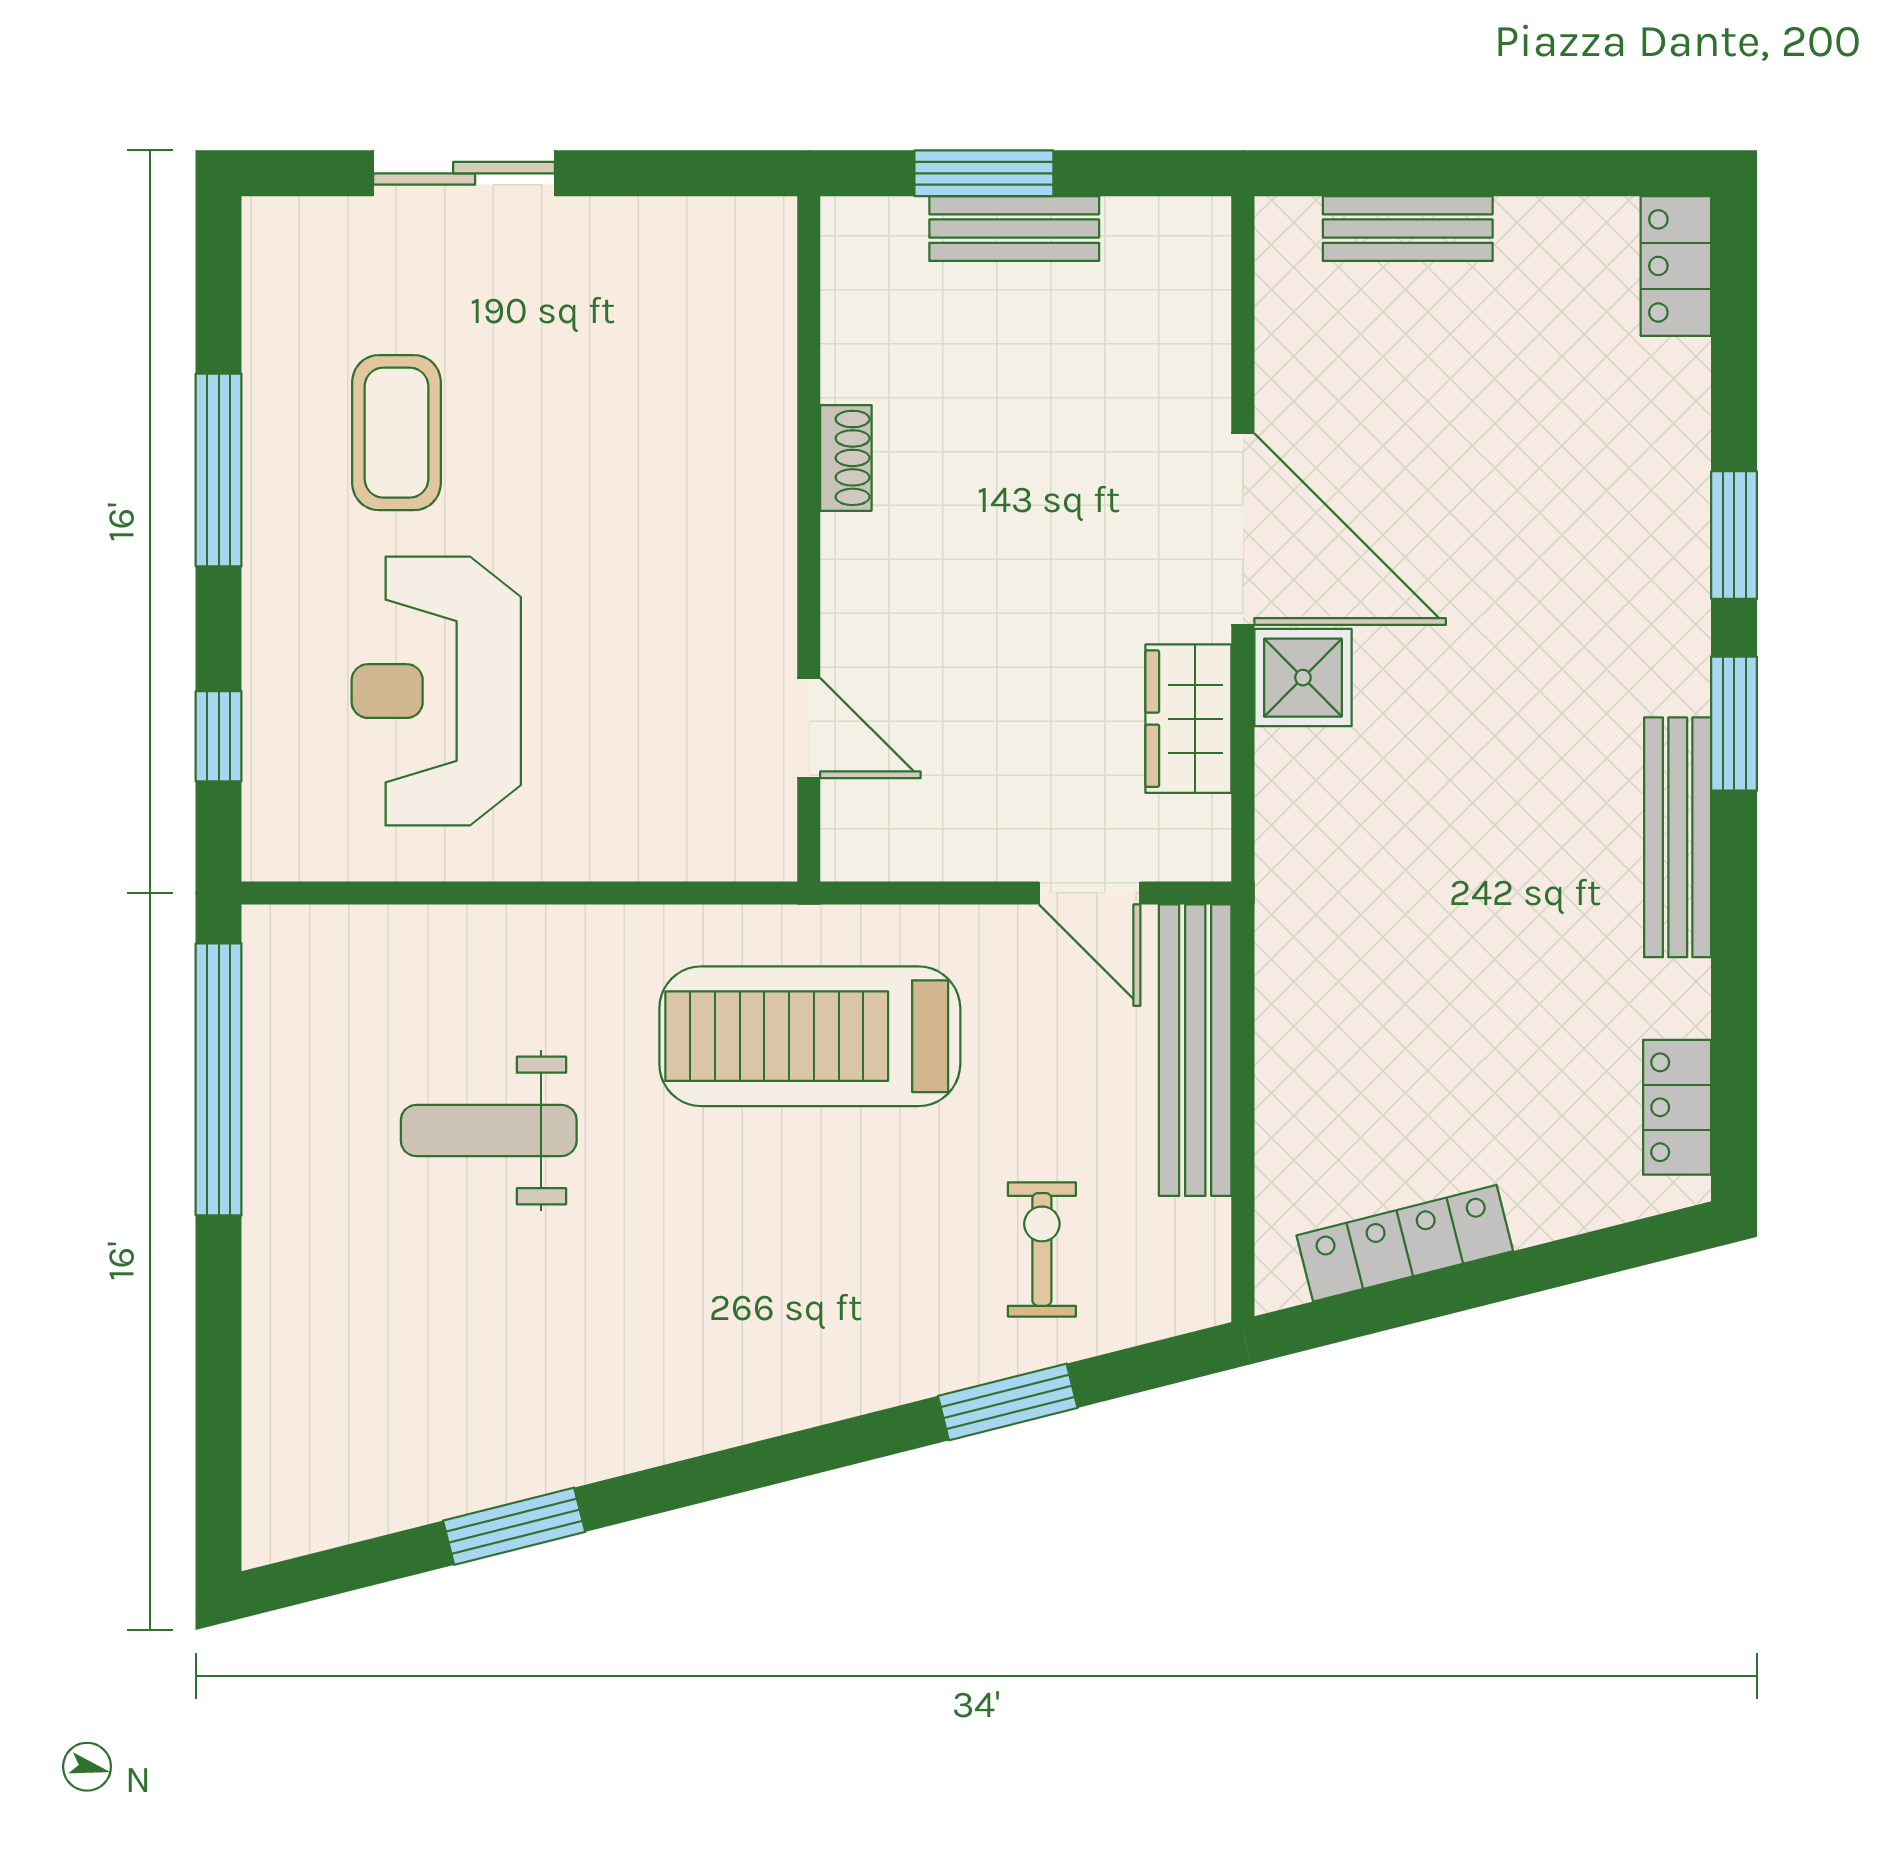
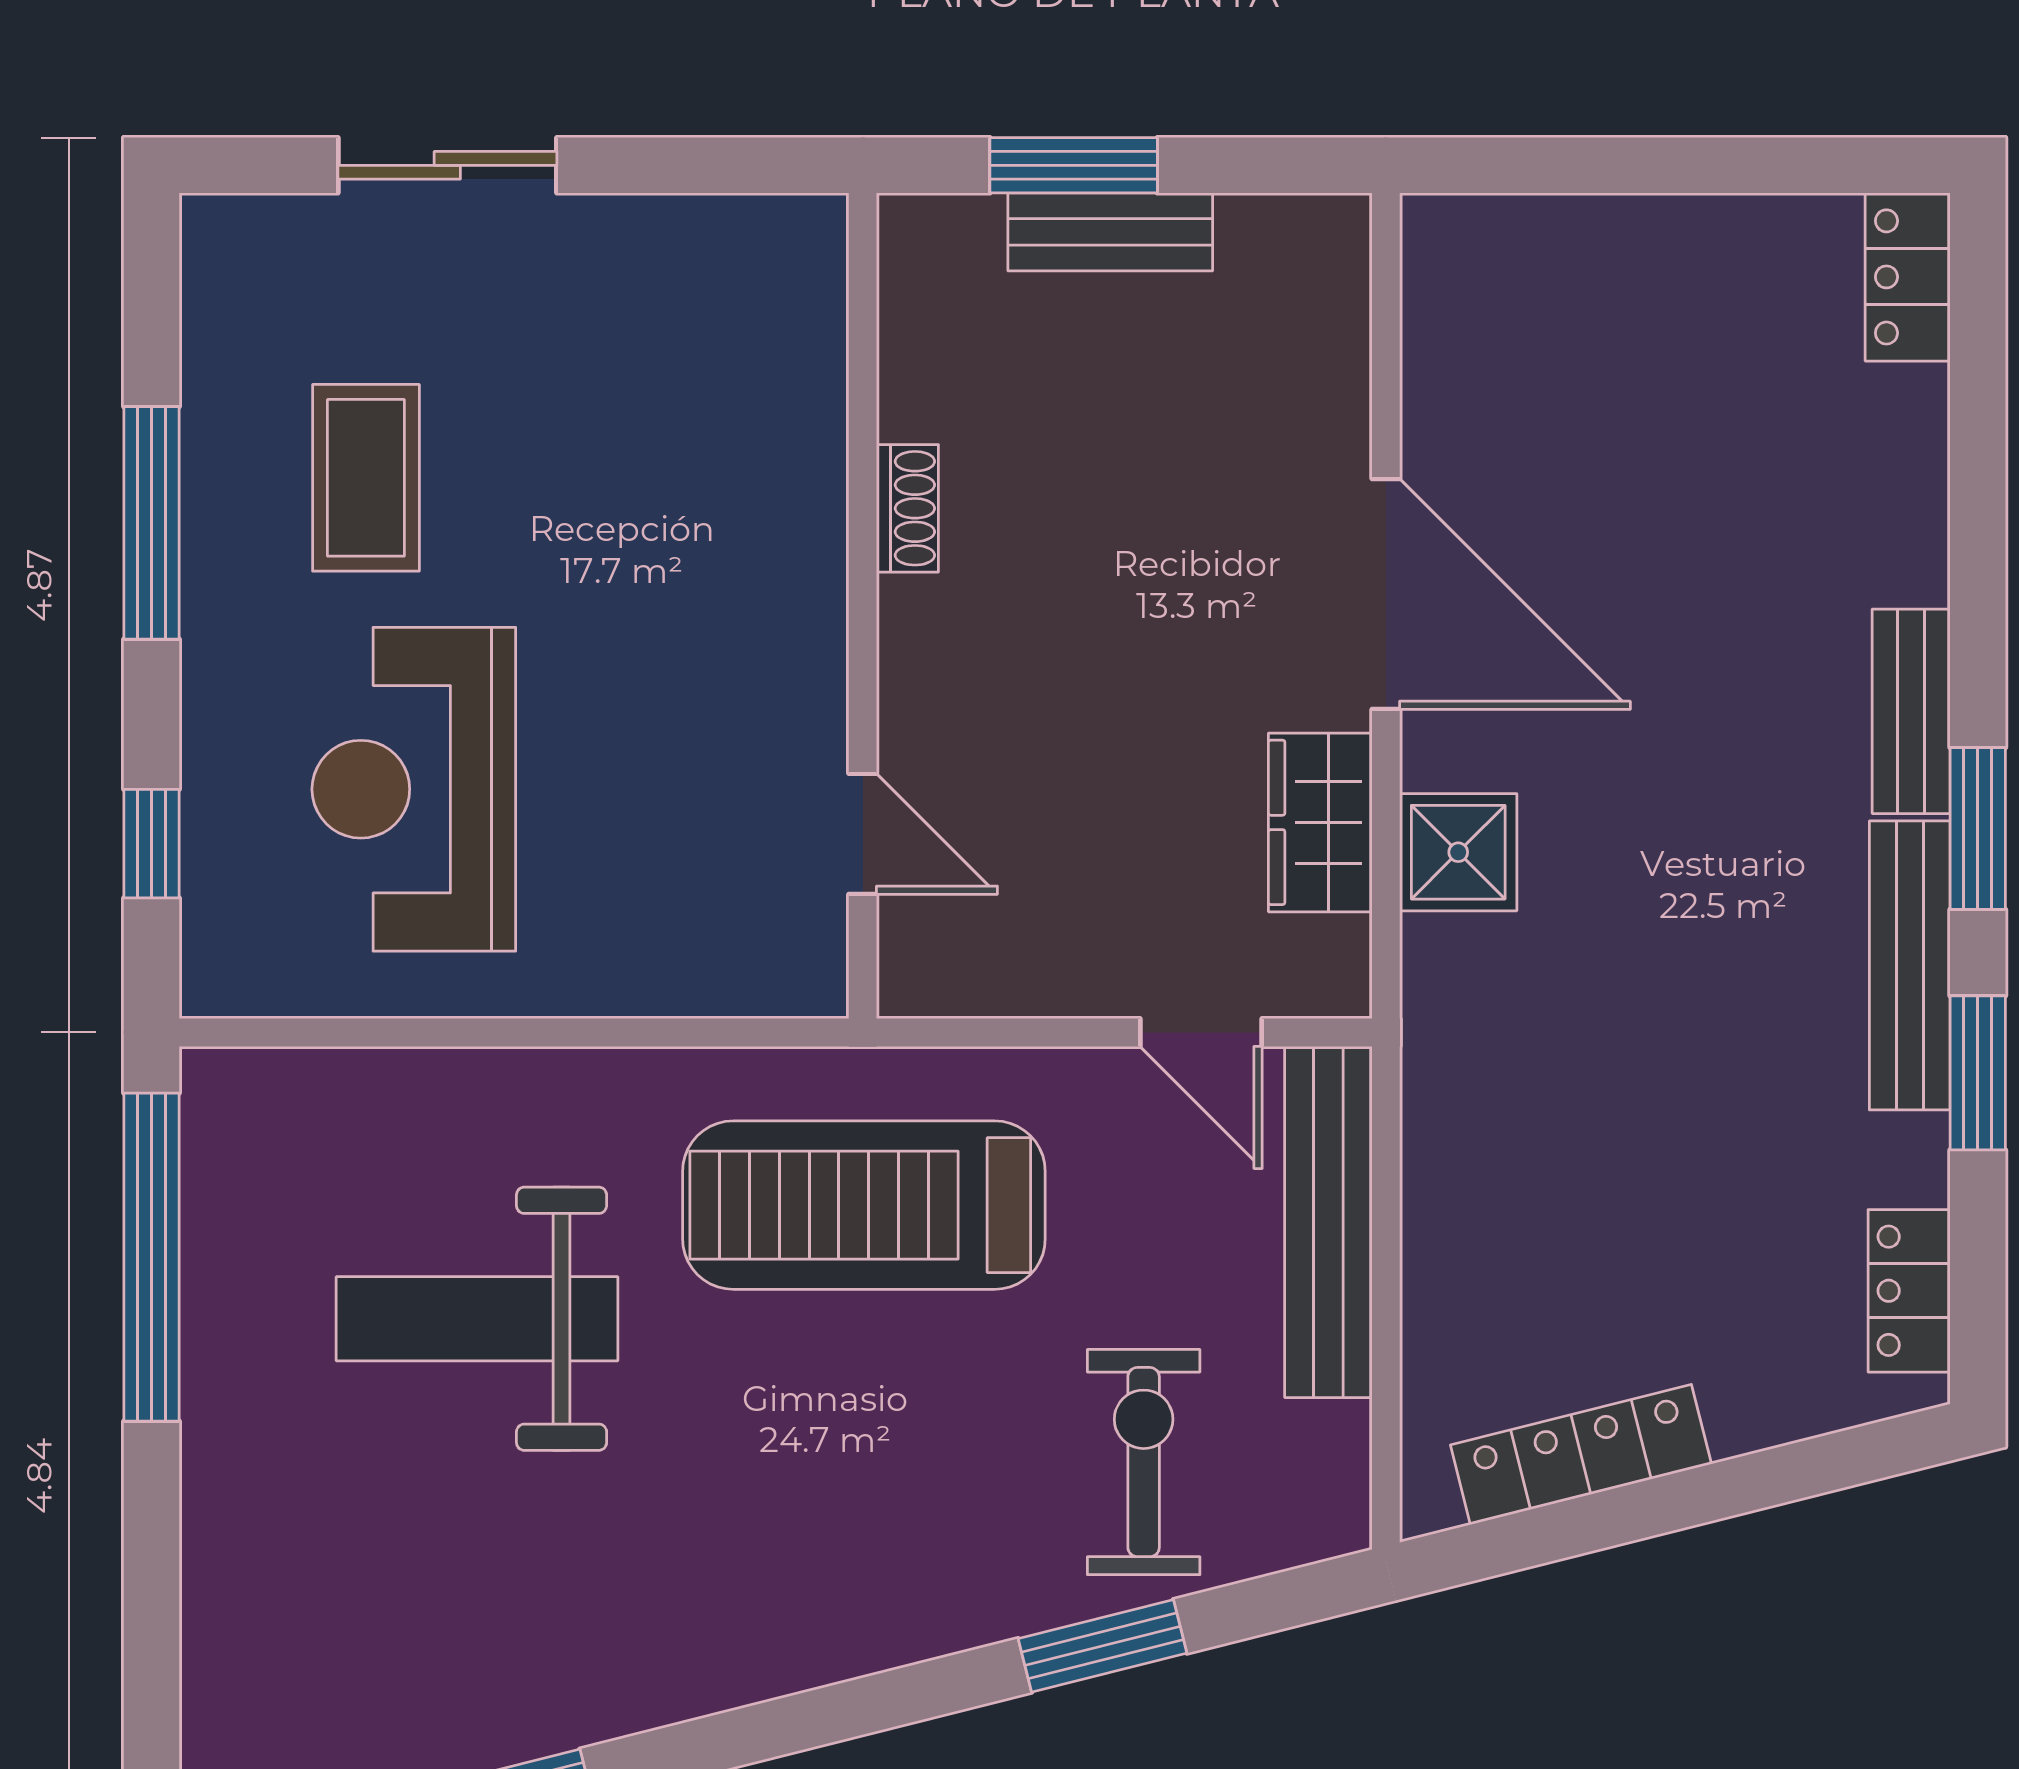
bench: (1408, 229) -> (1911, 711), moved, turned 90
window: (1734, 535) -> (1978, 1073), moved
shower: (1303, 678) -> (1458, 852), moved
weight bench: (489, 1130) -> (477, 1319), width x1.36, depth x1.33
exercise bike: (1042, 1249) -> (1144, 1462), width x1.38, depth x1.39

